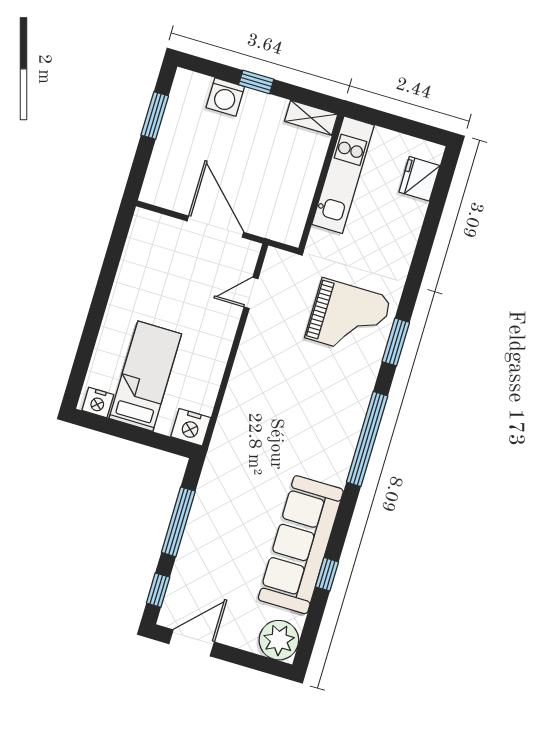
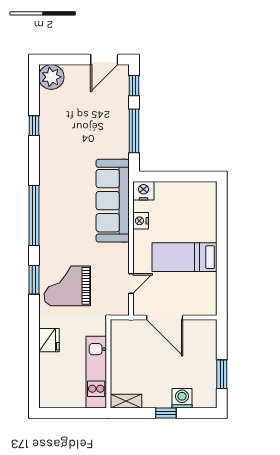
fridge: (419, 179) -> (49, 340), moved
bed: (145, 376) -> (185, 257), moved, turned 90
nightstand: (98, 403) -> (141, 221), moved, turned -90
sofa: (301, 545) -> (113, 201), moved, turned 180

